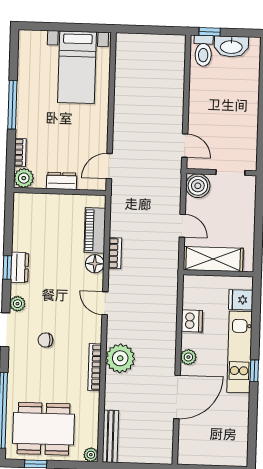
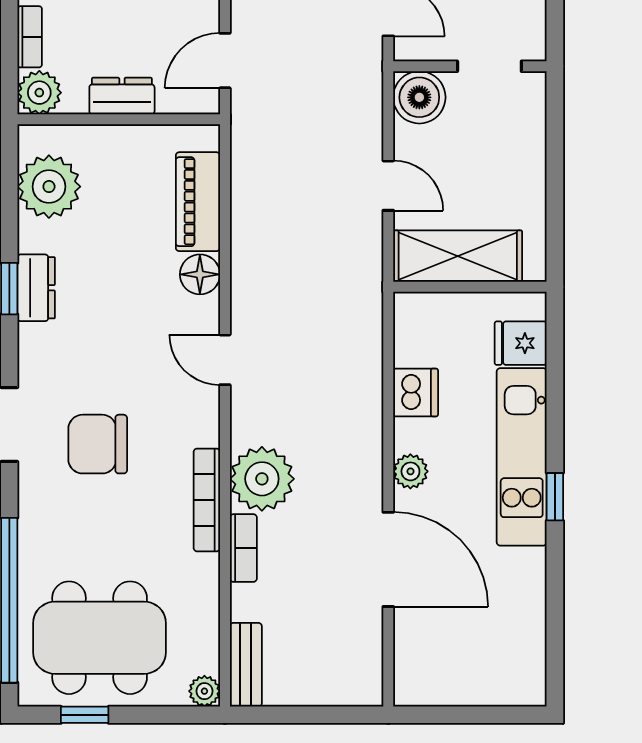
bookcase: (115, 253) -> (243, 548), moved
plant: (17, 304) -> (49, 187), moved, width x1.87, depth x1.87
chair: (45, 340) -> (98, 444), width x1.87, depth x1.87
door: (177, 397) -> (388, 559), hinge flipped
bench: (110, 436) -> (246, 665), width x0.73

